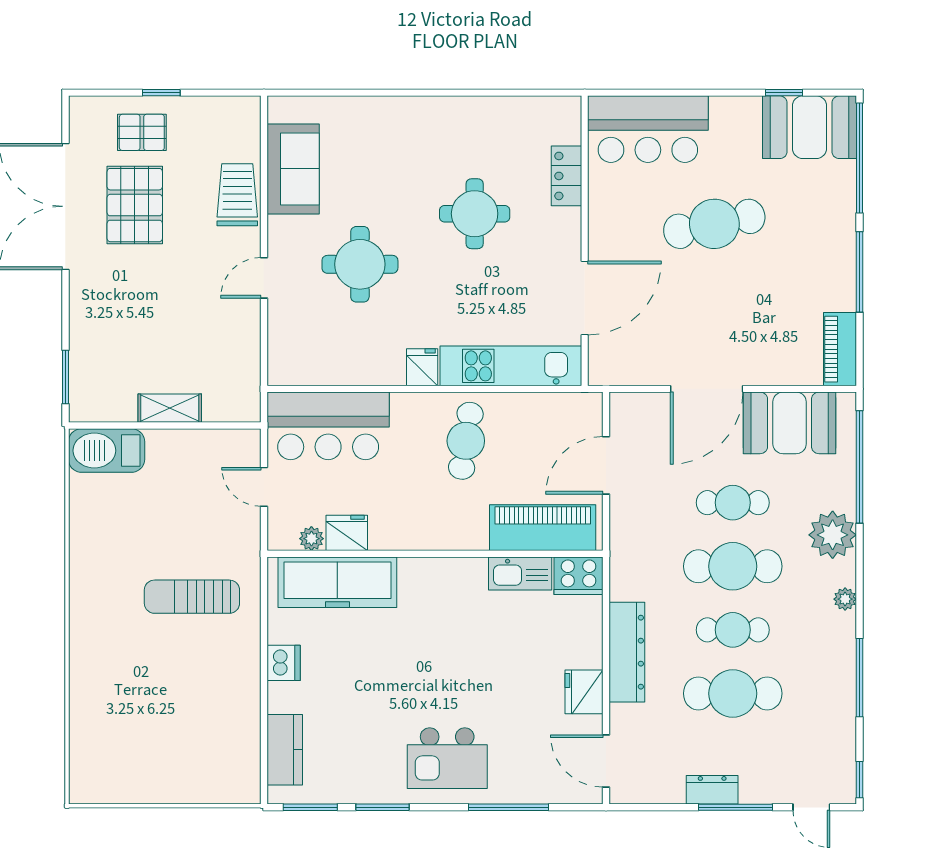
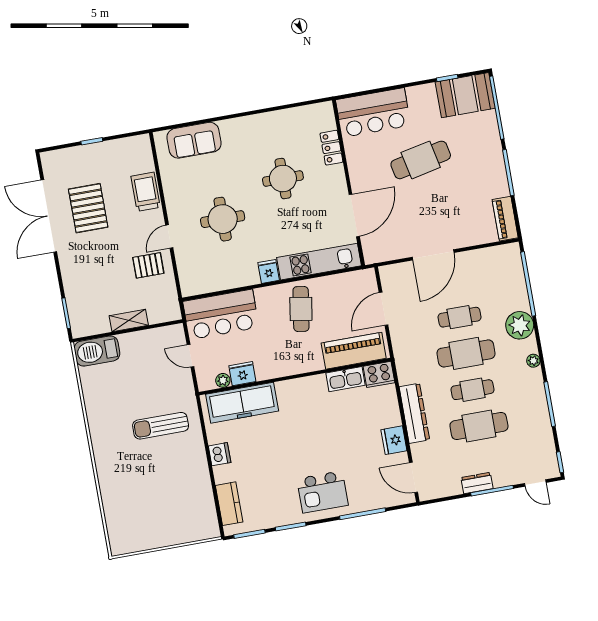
pallet: (142, 132) -> (148, 265), moved
sofa: (293, 169) -> (194, 140), moved, turned 90
booth: (790, 423) -> (484, 266), removed

